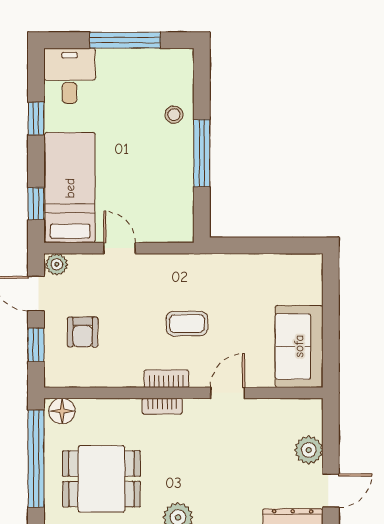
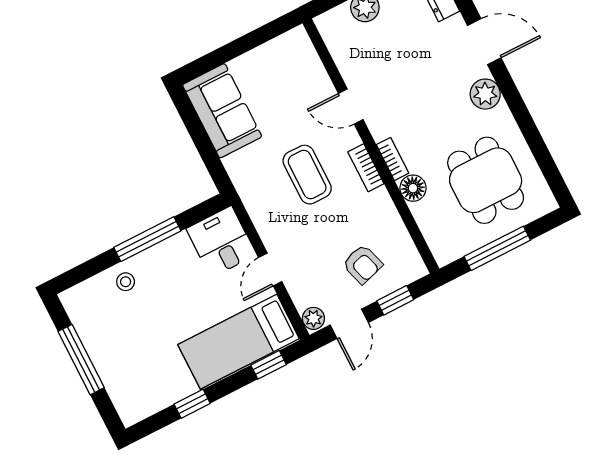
desk: (70, 76) -> (221, 242), moved, turned 90
coffee table: (187, 324) -> (307, 175), width x1.36, depth x1.30
armchair: (83, 332) -> (362, 264), turned 73
sofa: (299, 346) -> (222, 111), moved, turned -90
floor lamp: (62, 411) -> (413, 188), moved
window: (36, 459) -> (497, 248), width x0.68

